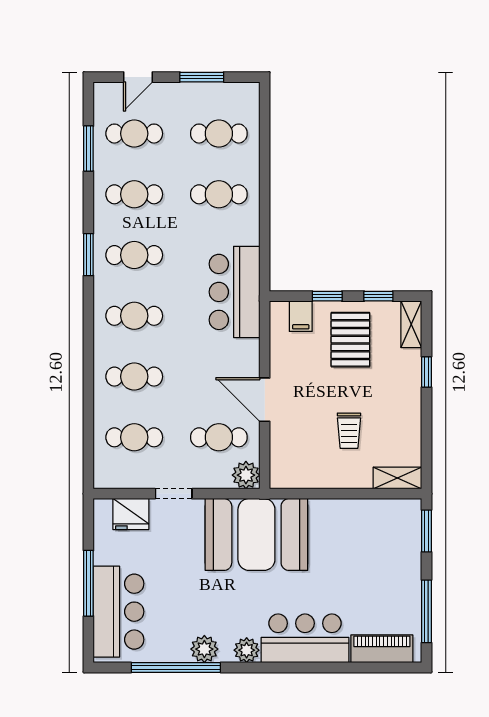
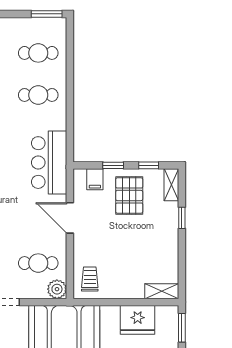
window: (202, 77) -> (47, 14), moved
door: (265, 400) -> (70, 218), moved
trolley: (349, 431) -> (90, 279), moved, turned 180
fridge: (362, 520) -> (138, 320), added

